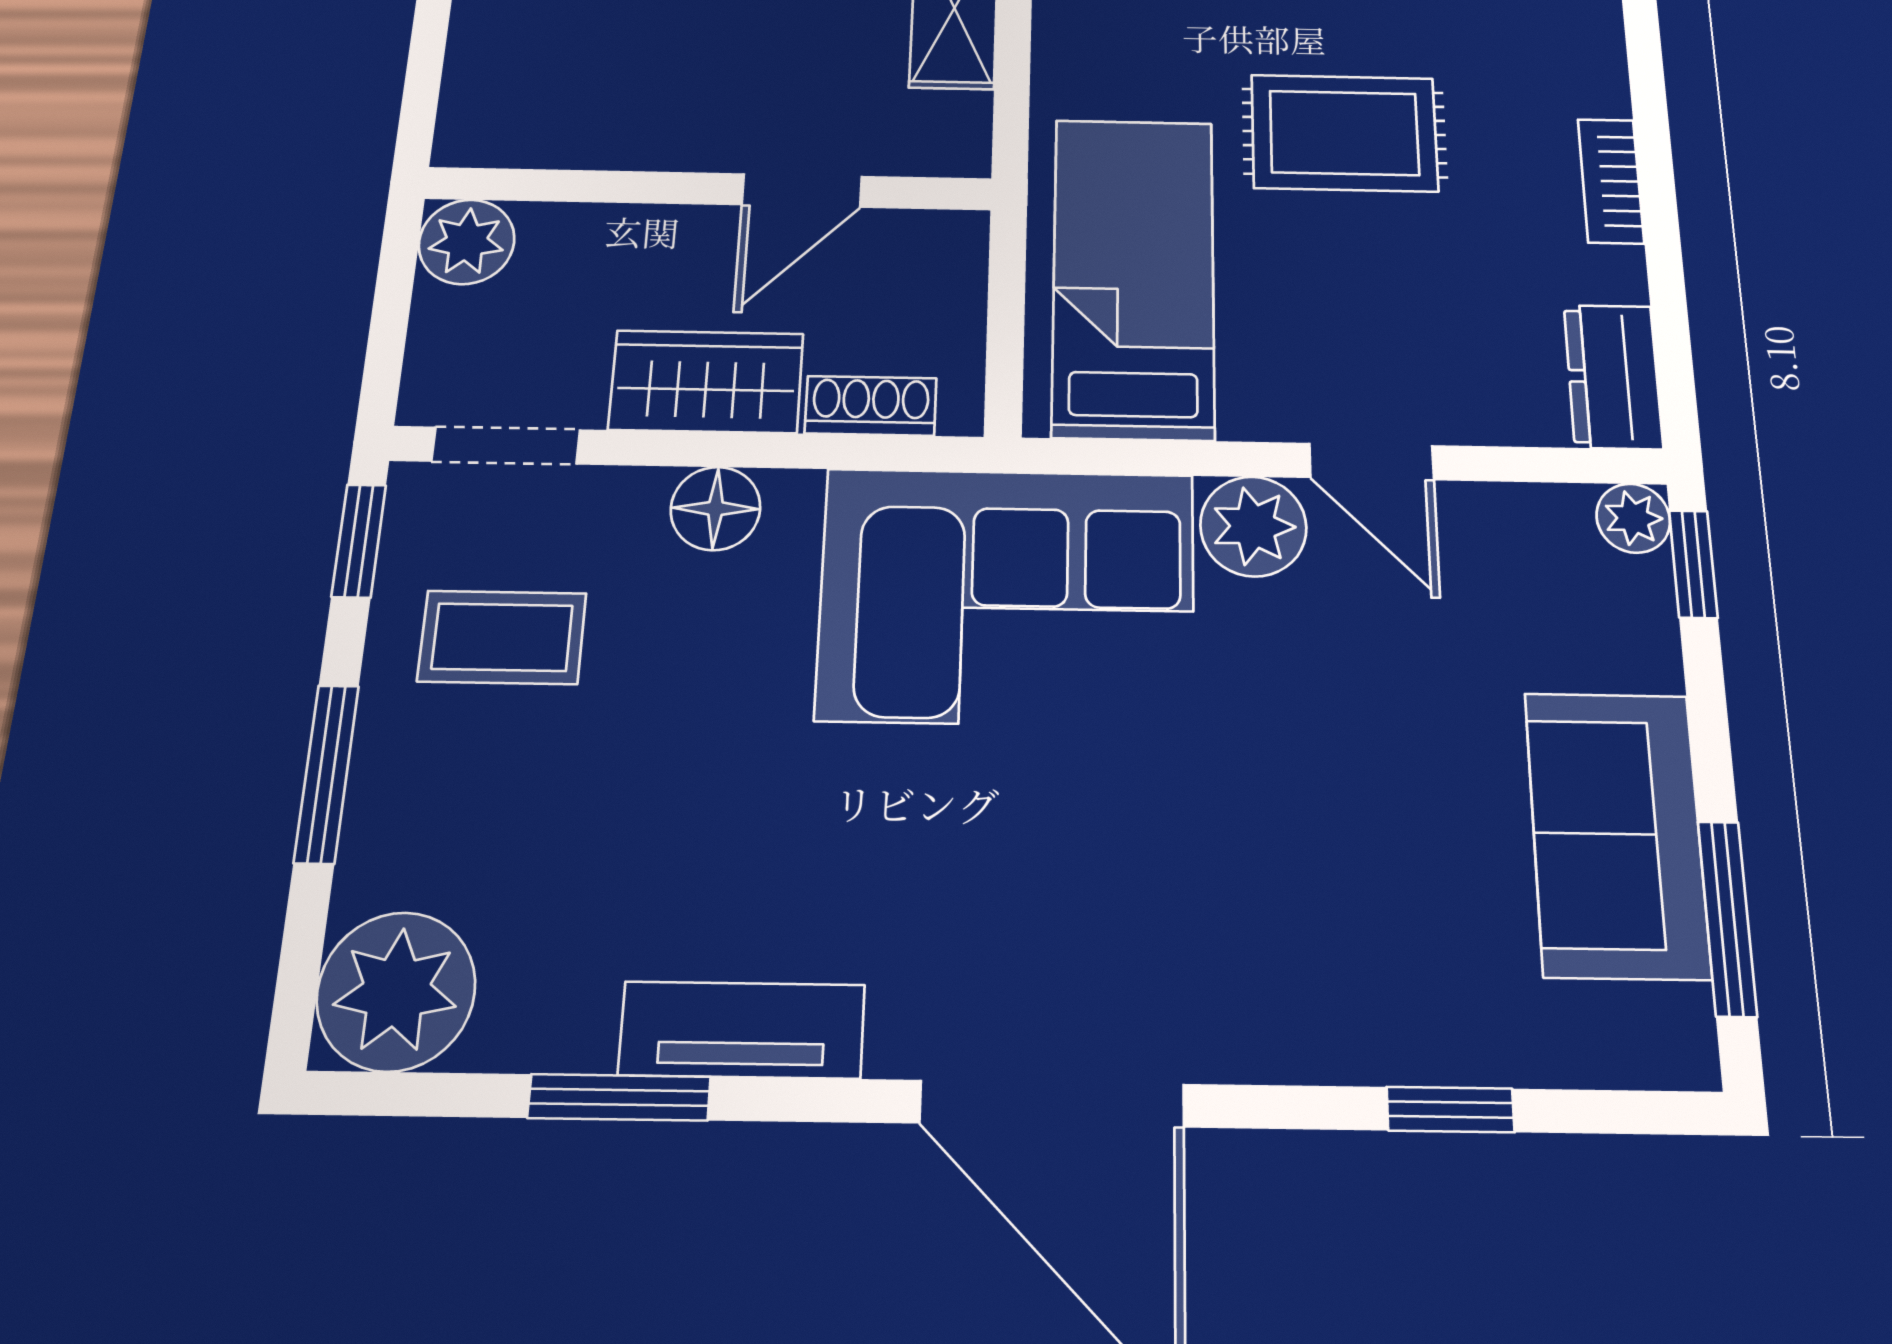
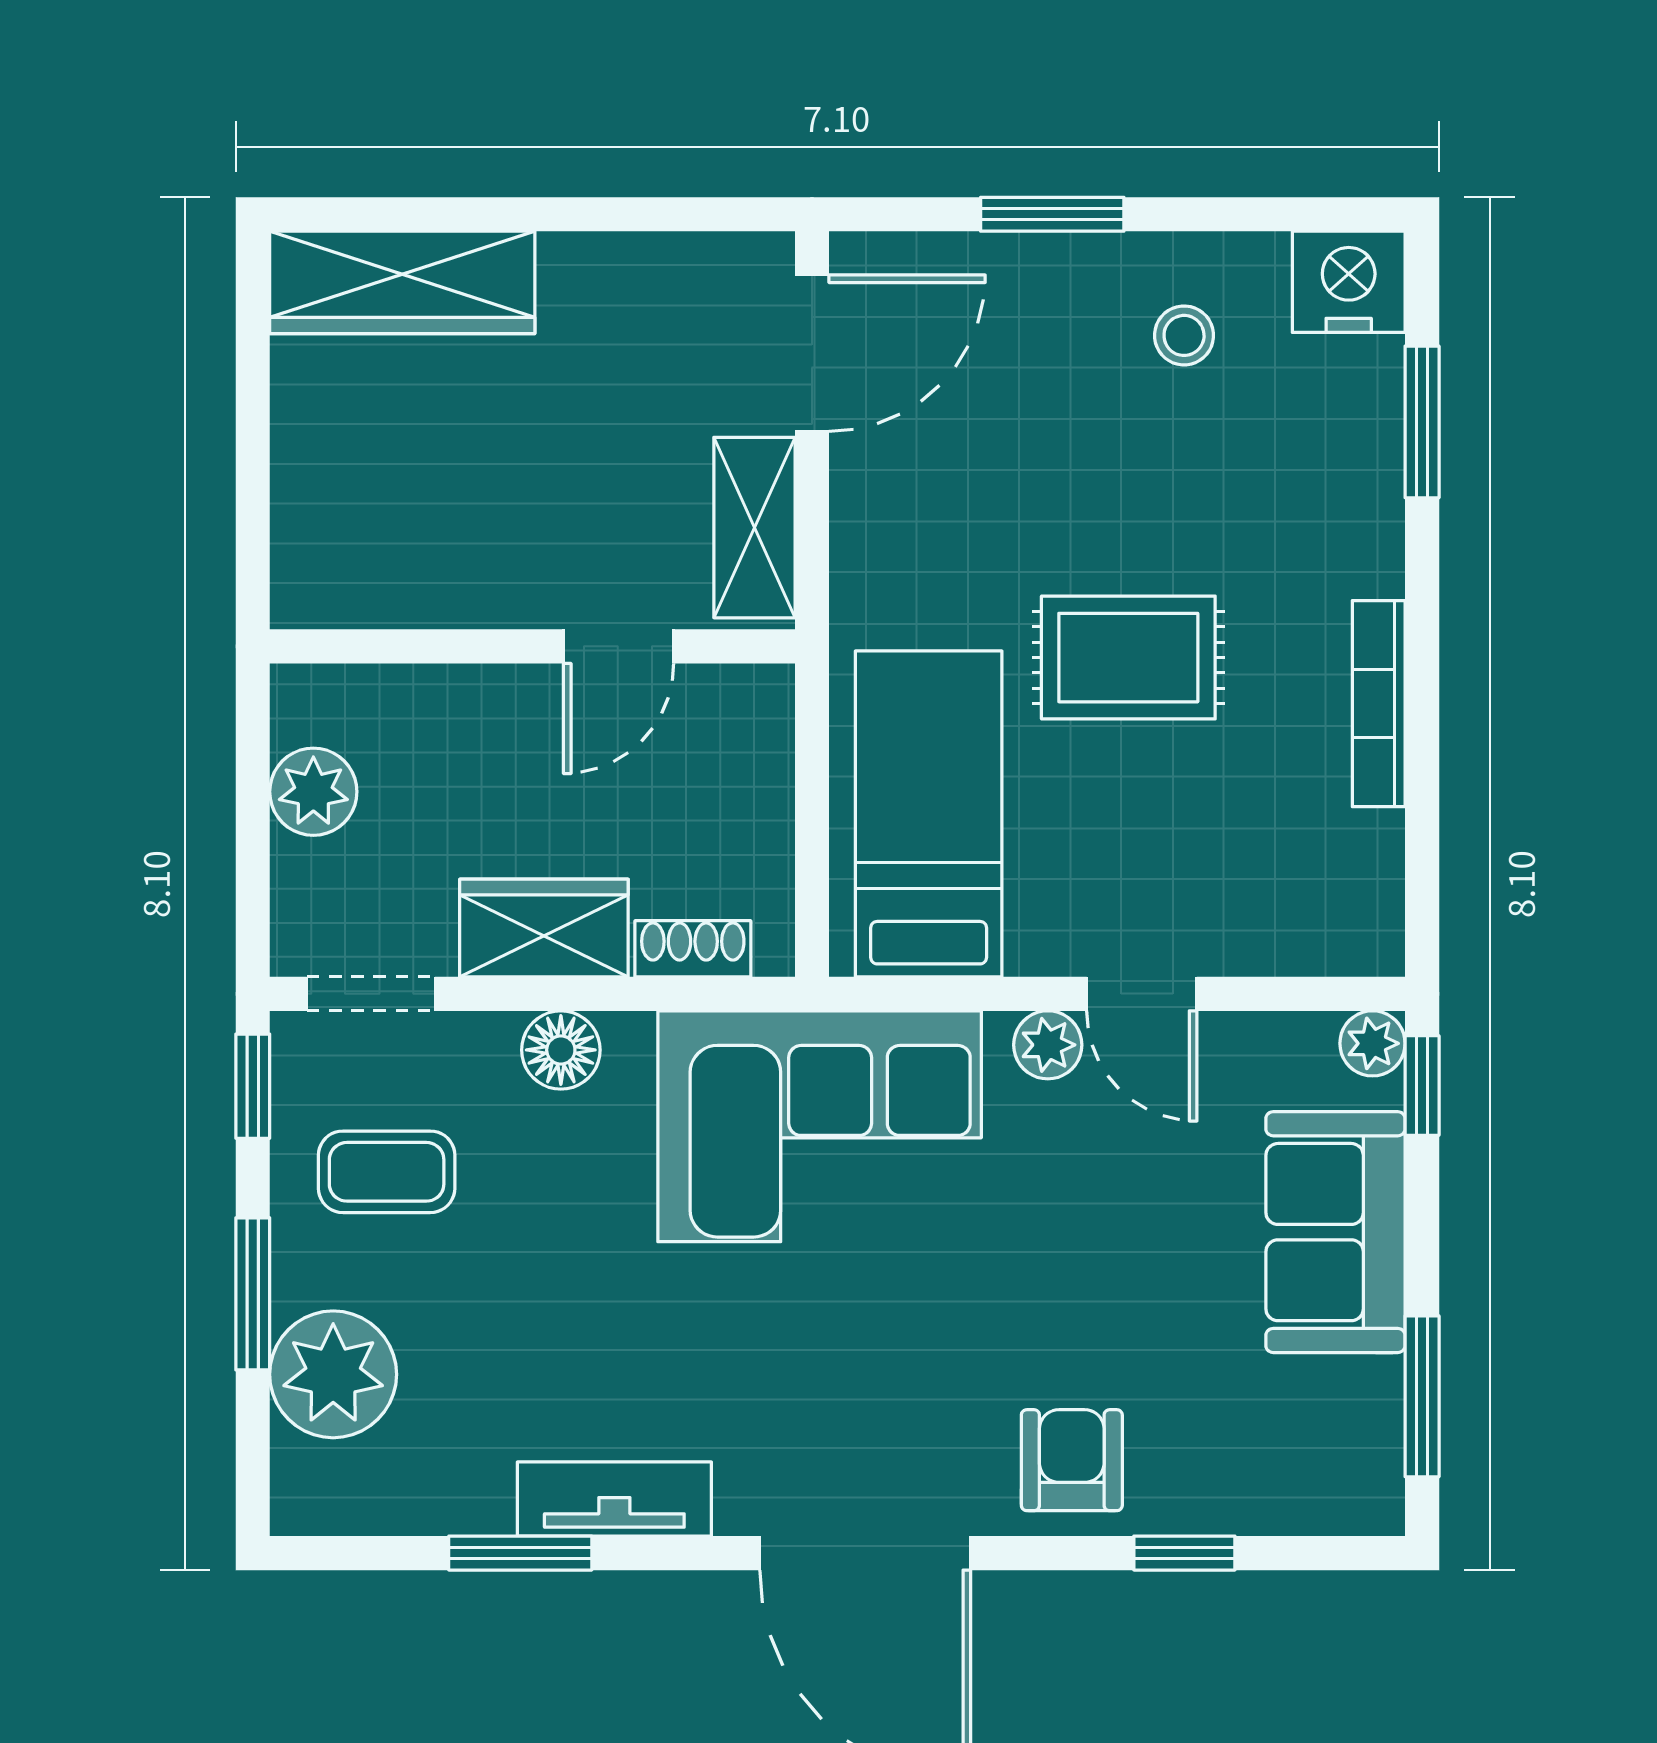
bookcase: (1611, 181) -> (1379, 704), width x1.56
wall: (709, 189) -> (532, 646), moved
door: (802, 191) -> (619, 646), moved
dresser: (1613, 376) -> (1365, 906), removed
plant: (1253, 526) -> (1048, 1045), width x0.73, depth x0.73
sofa: (1617, 834) -> (1335, 1232), moved
armchair: (1307, 990) -> (1072, 1460), added
plant: (396, 991) -> (333, 1374), moved

